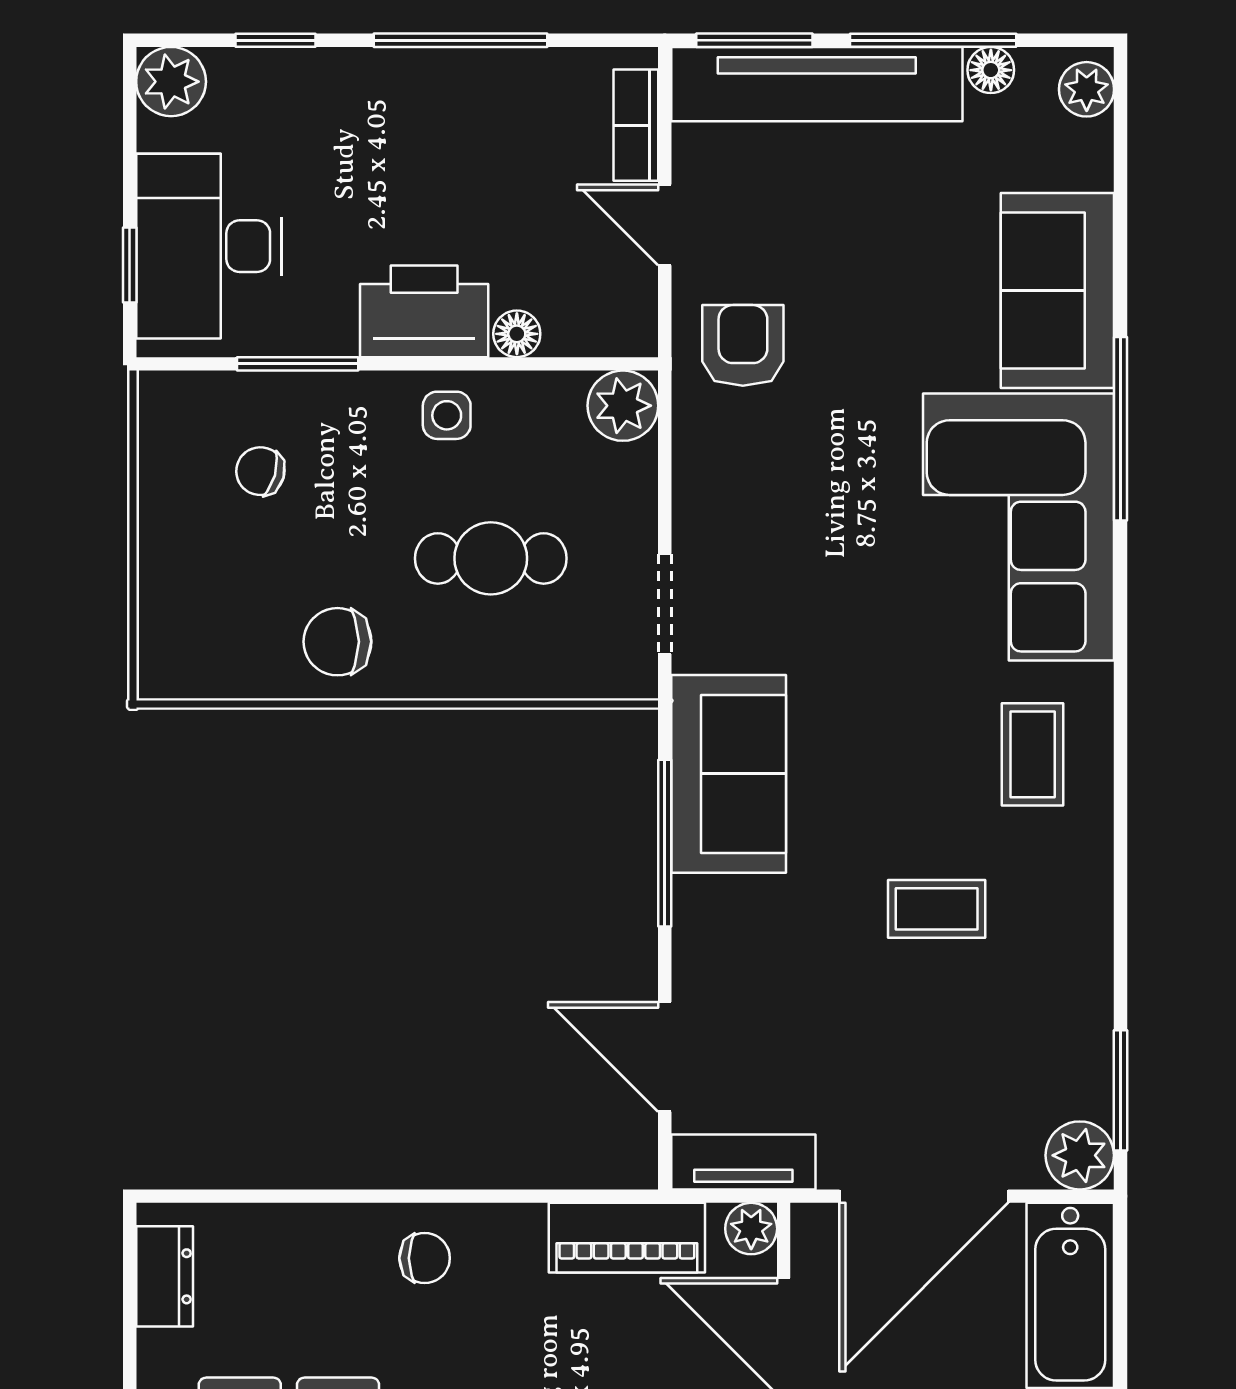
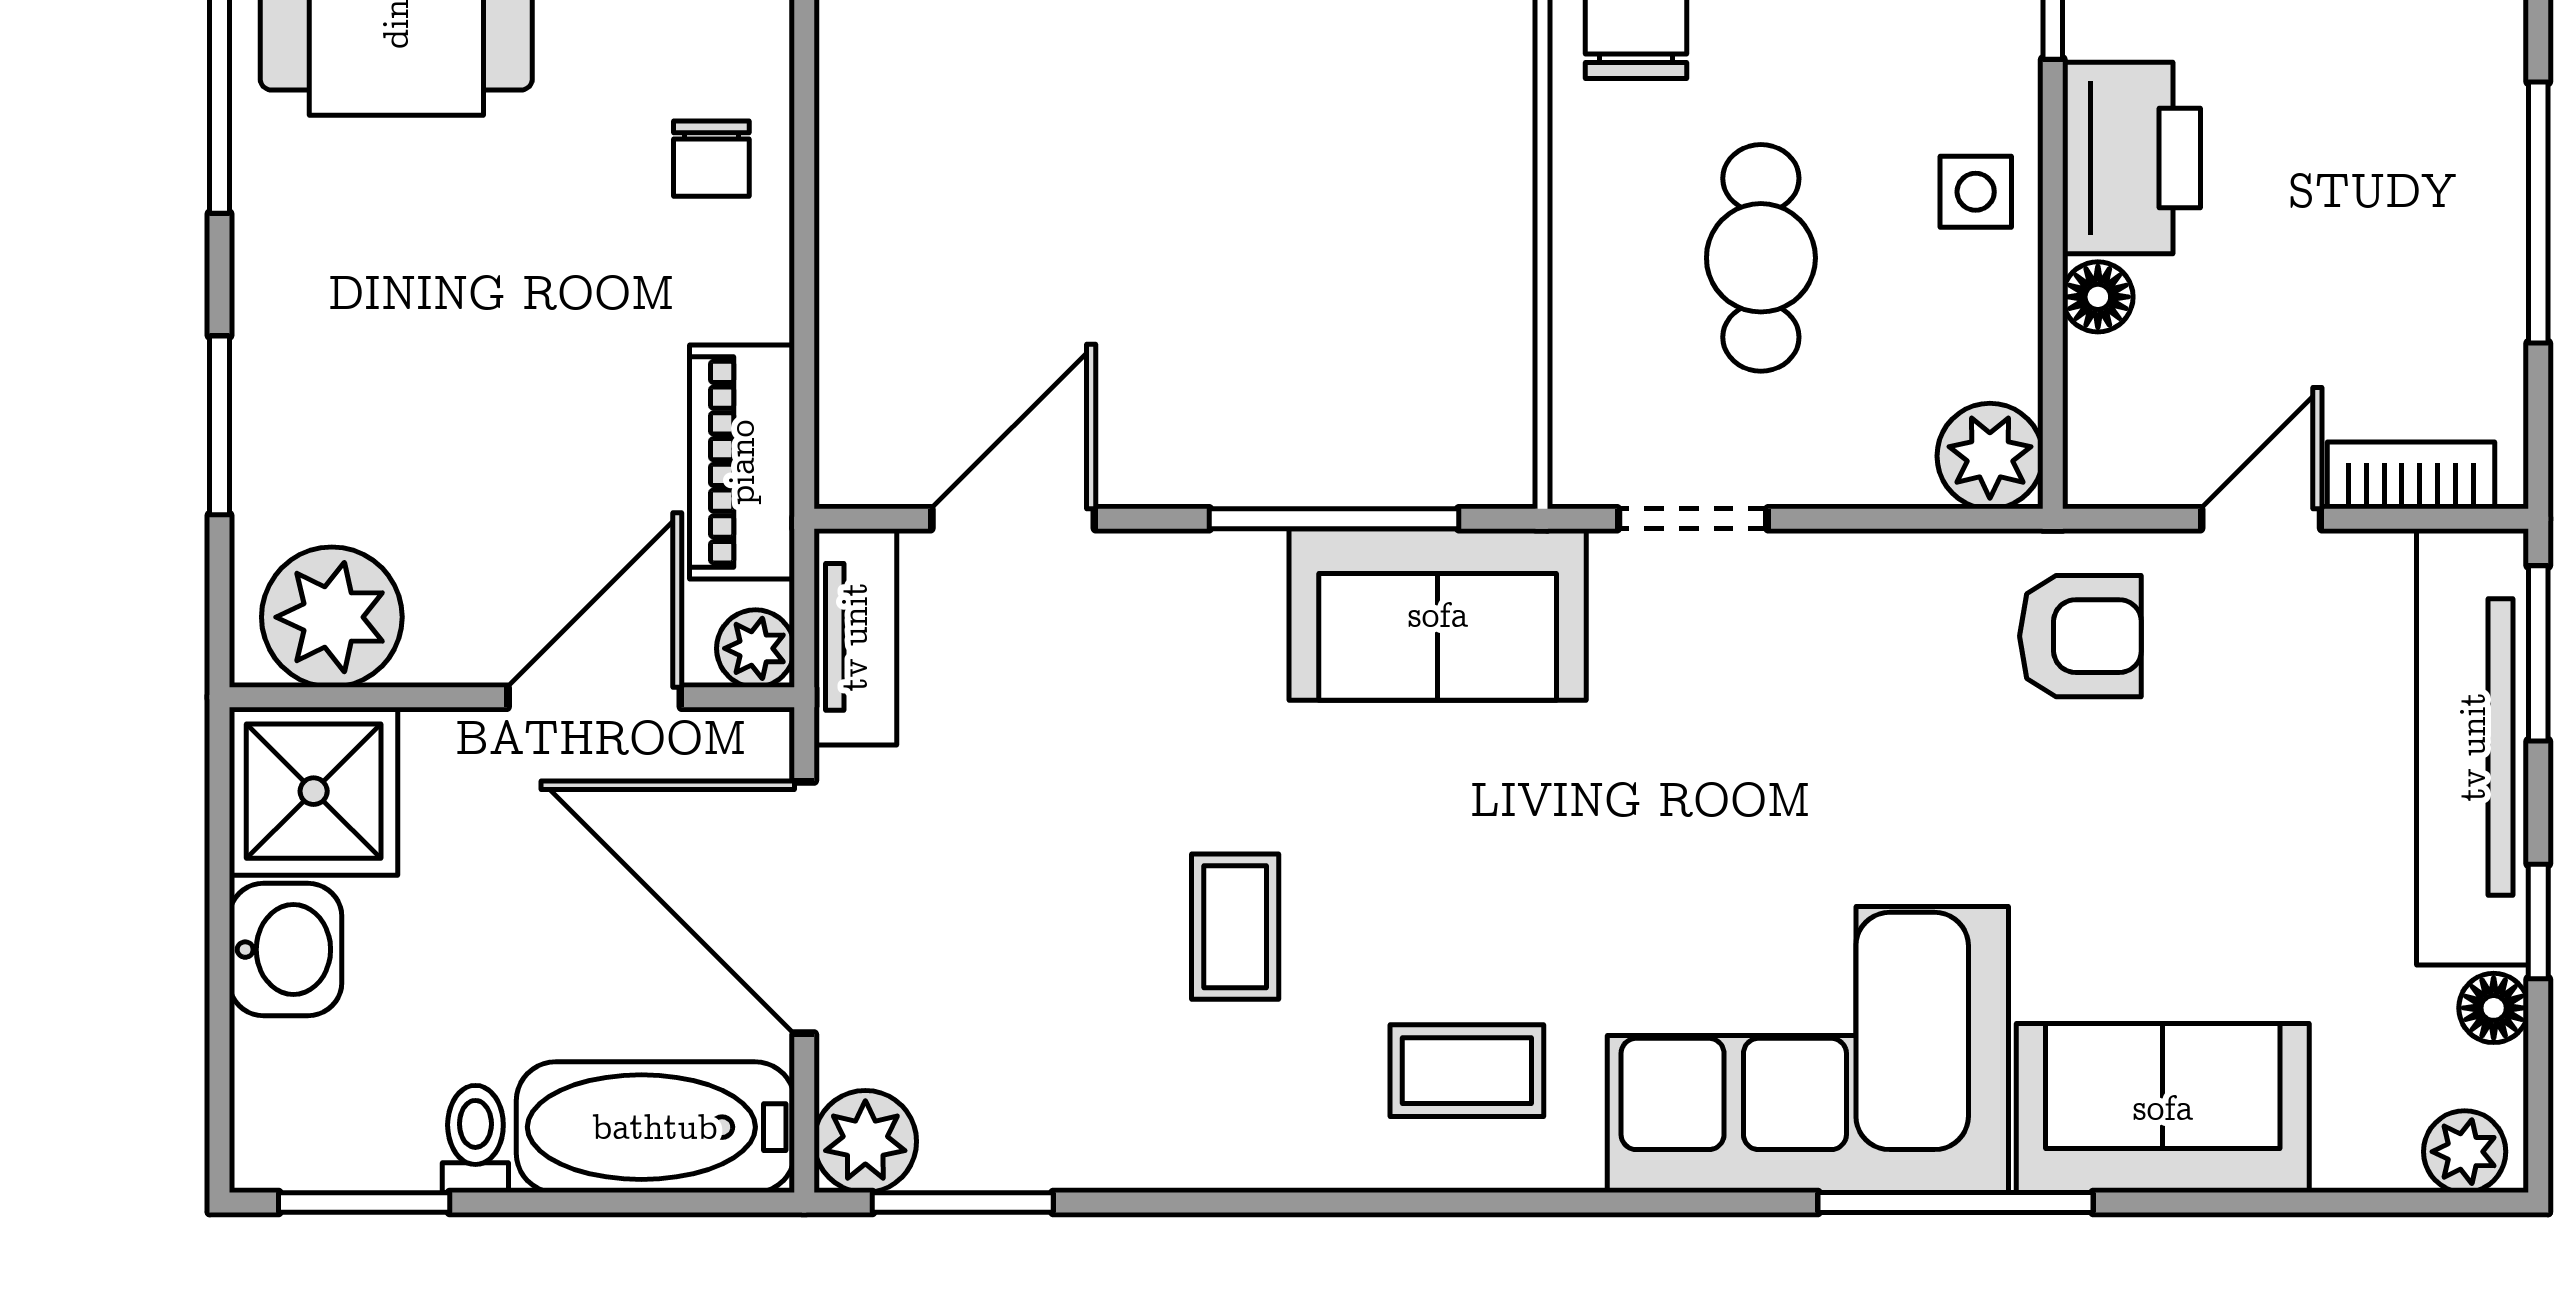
window: (933, 40) -> (2538, 921), width x0.46

